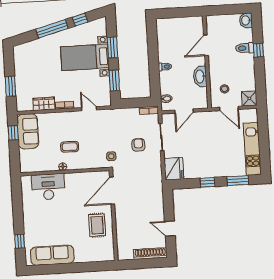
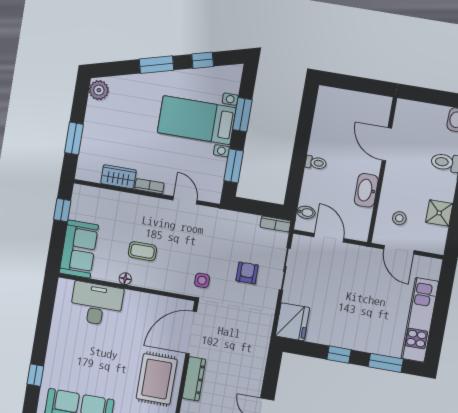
window: (52, 29) -> (157, 65), width x0.69
door: (206, 45) -> (387, 144), hinge flipped
plant: (19, 53) -> (99, 90), added
shower: (249, 98) -> (439, 213), moved
door: (184, 111) -> (329, 238), swing flipped
sofa: (28, 131) -> (79, 249), moved
dresser: (121, 219) -> (194, 379), added
rug: (97, 225) -> (157, 379), width x1.36, depth x1.43

